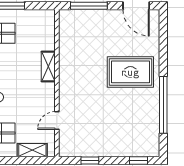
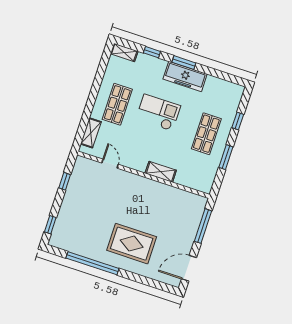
rug: (130, 72) -> (132, 244), turned 90

